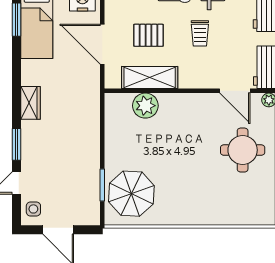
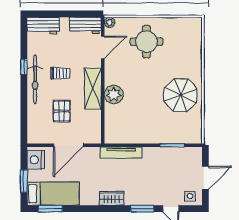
shelving: (150, 78) -> (93, 88), moved
plant: (145, 106) -> (114, 95), moved
tv unit: (92, 116) -> (121, 152), added
parasol: (131, 194) -> (180, 95), moved

